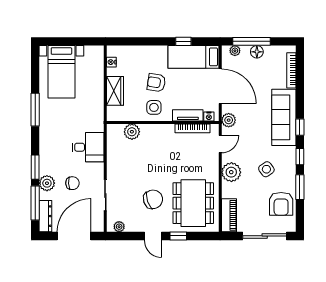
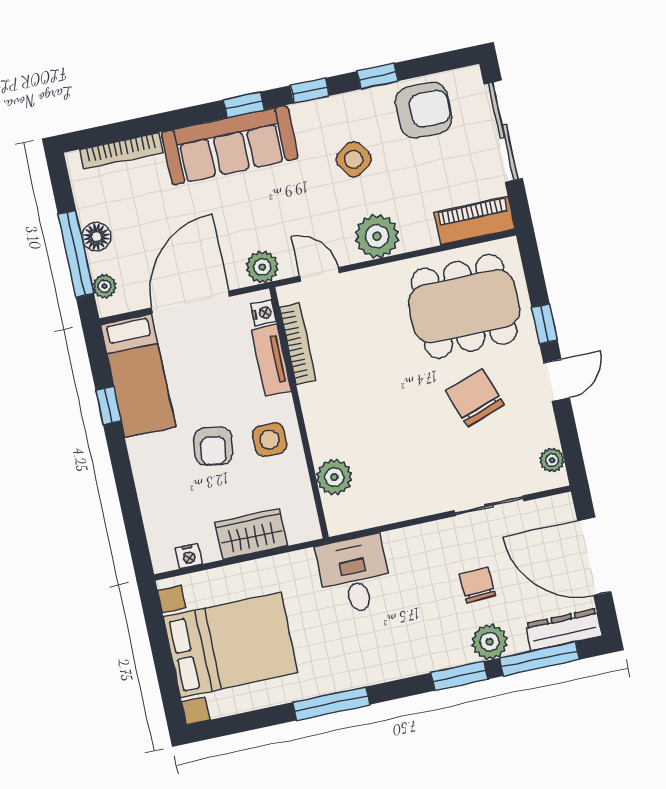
bed with nightstands: (61, 72) -> (231, 645), width x1.36
desk: (88, 147) -> (354, 575), moved
window: (300, 187) -> (377, 76), width x0.67

